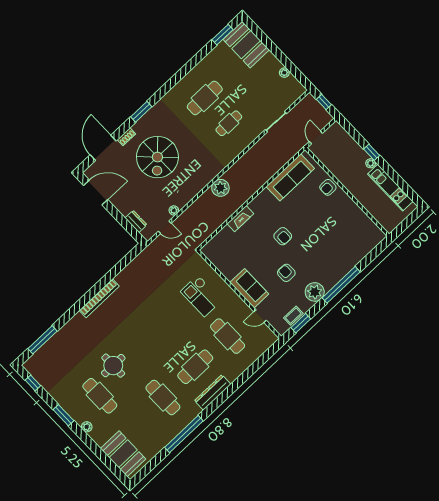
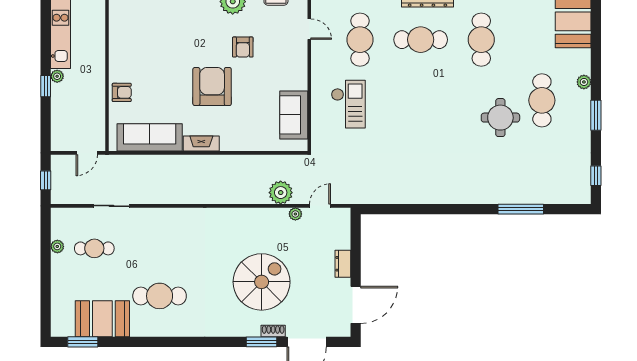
booth: (246, 45) -> (102, 319), moved, turned 90
window: (141, 112) -> (261, 342), moved
cafe table: (229, 123) -> (94, 248), moved
plant: (220, 188) -> (281, 193), moved
door: (96, 192) -> (356, 305), swing flipped
fireplace: (240, 219) -> (201, 144), moved
dresser: (136, 221) -> (343, 264), moved
door: (165, 227) -> (320, 206), hinge flipped
armchair: (283, 236) -> (212, 87), width x1.88, depth x1.88
sofa: (249, 288) -> (294, 115), moved
bookcase: (99, 298) -> (451, 197), removed
window: (42, 340) -> (521, 209), moved

